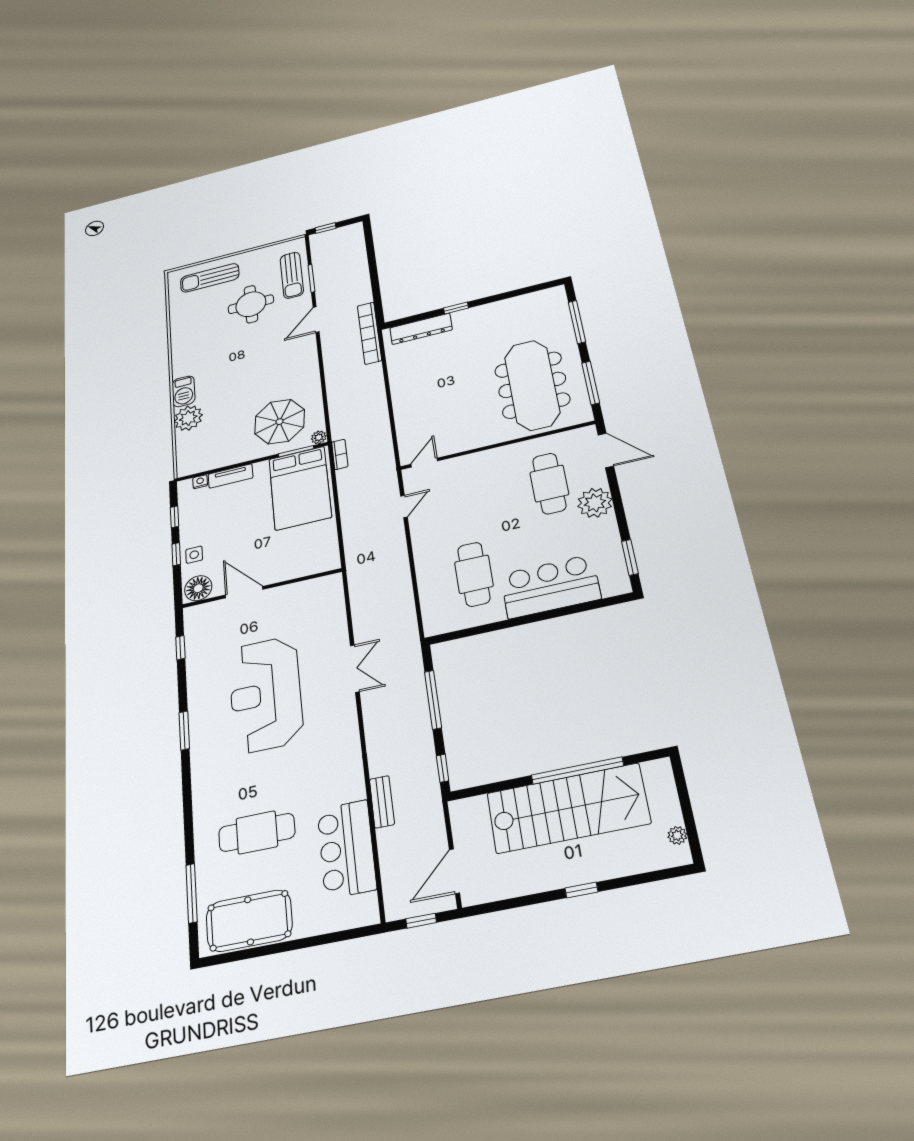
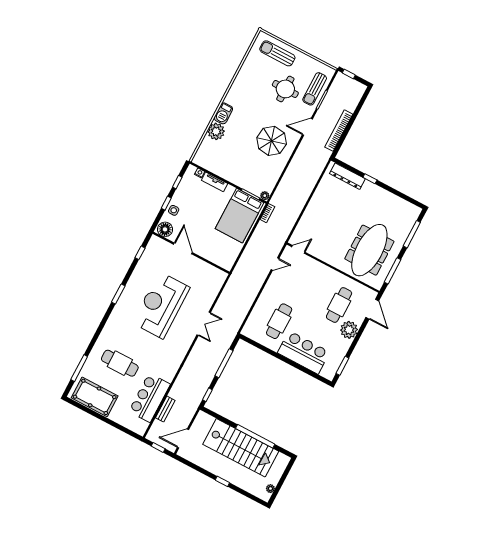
bookcase: (369, 333) -> (339, 131), moved
parasol: (280, 422) -> (272, 141), moved
bench: (382, 802) -> (165, 409), moved

